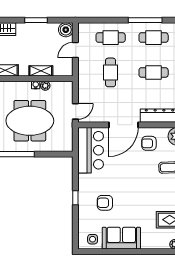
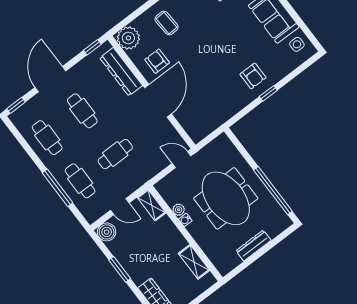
window: (145, 20) -> (58, 188), moved
shelving: (41, 71) -> (151, 205), moved
door: (124, 125) -> (158, 101), hinge flipped
armchair: (149, 143) -> (157, 61), turned 180
bar counter: (91, 150) -> (209, 115), removed
armchair: (105, 203) -> (253, 76), moved

